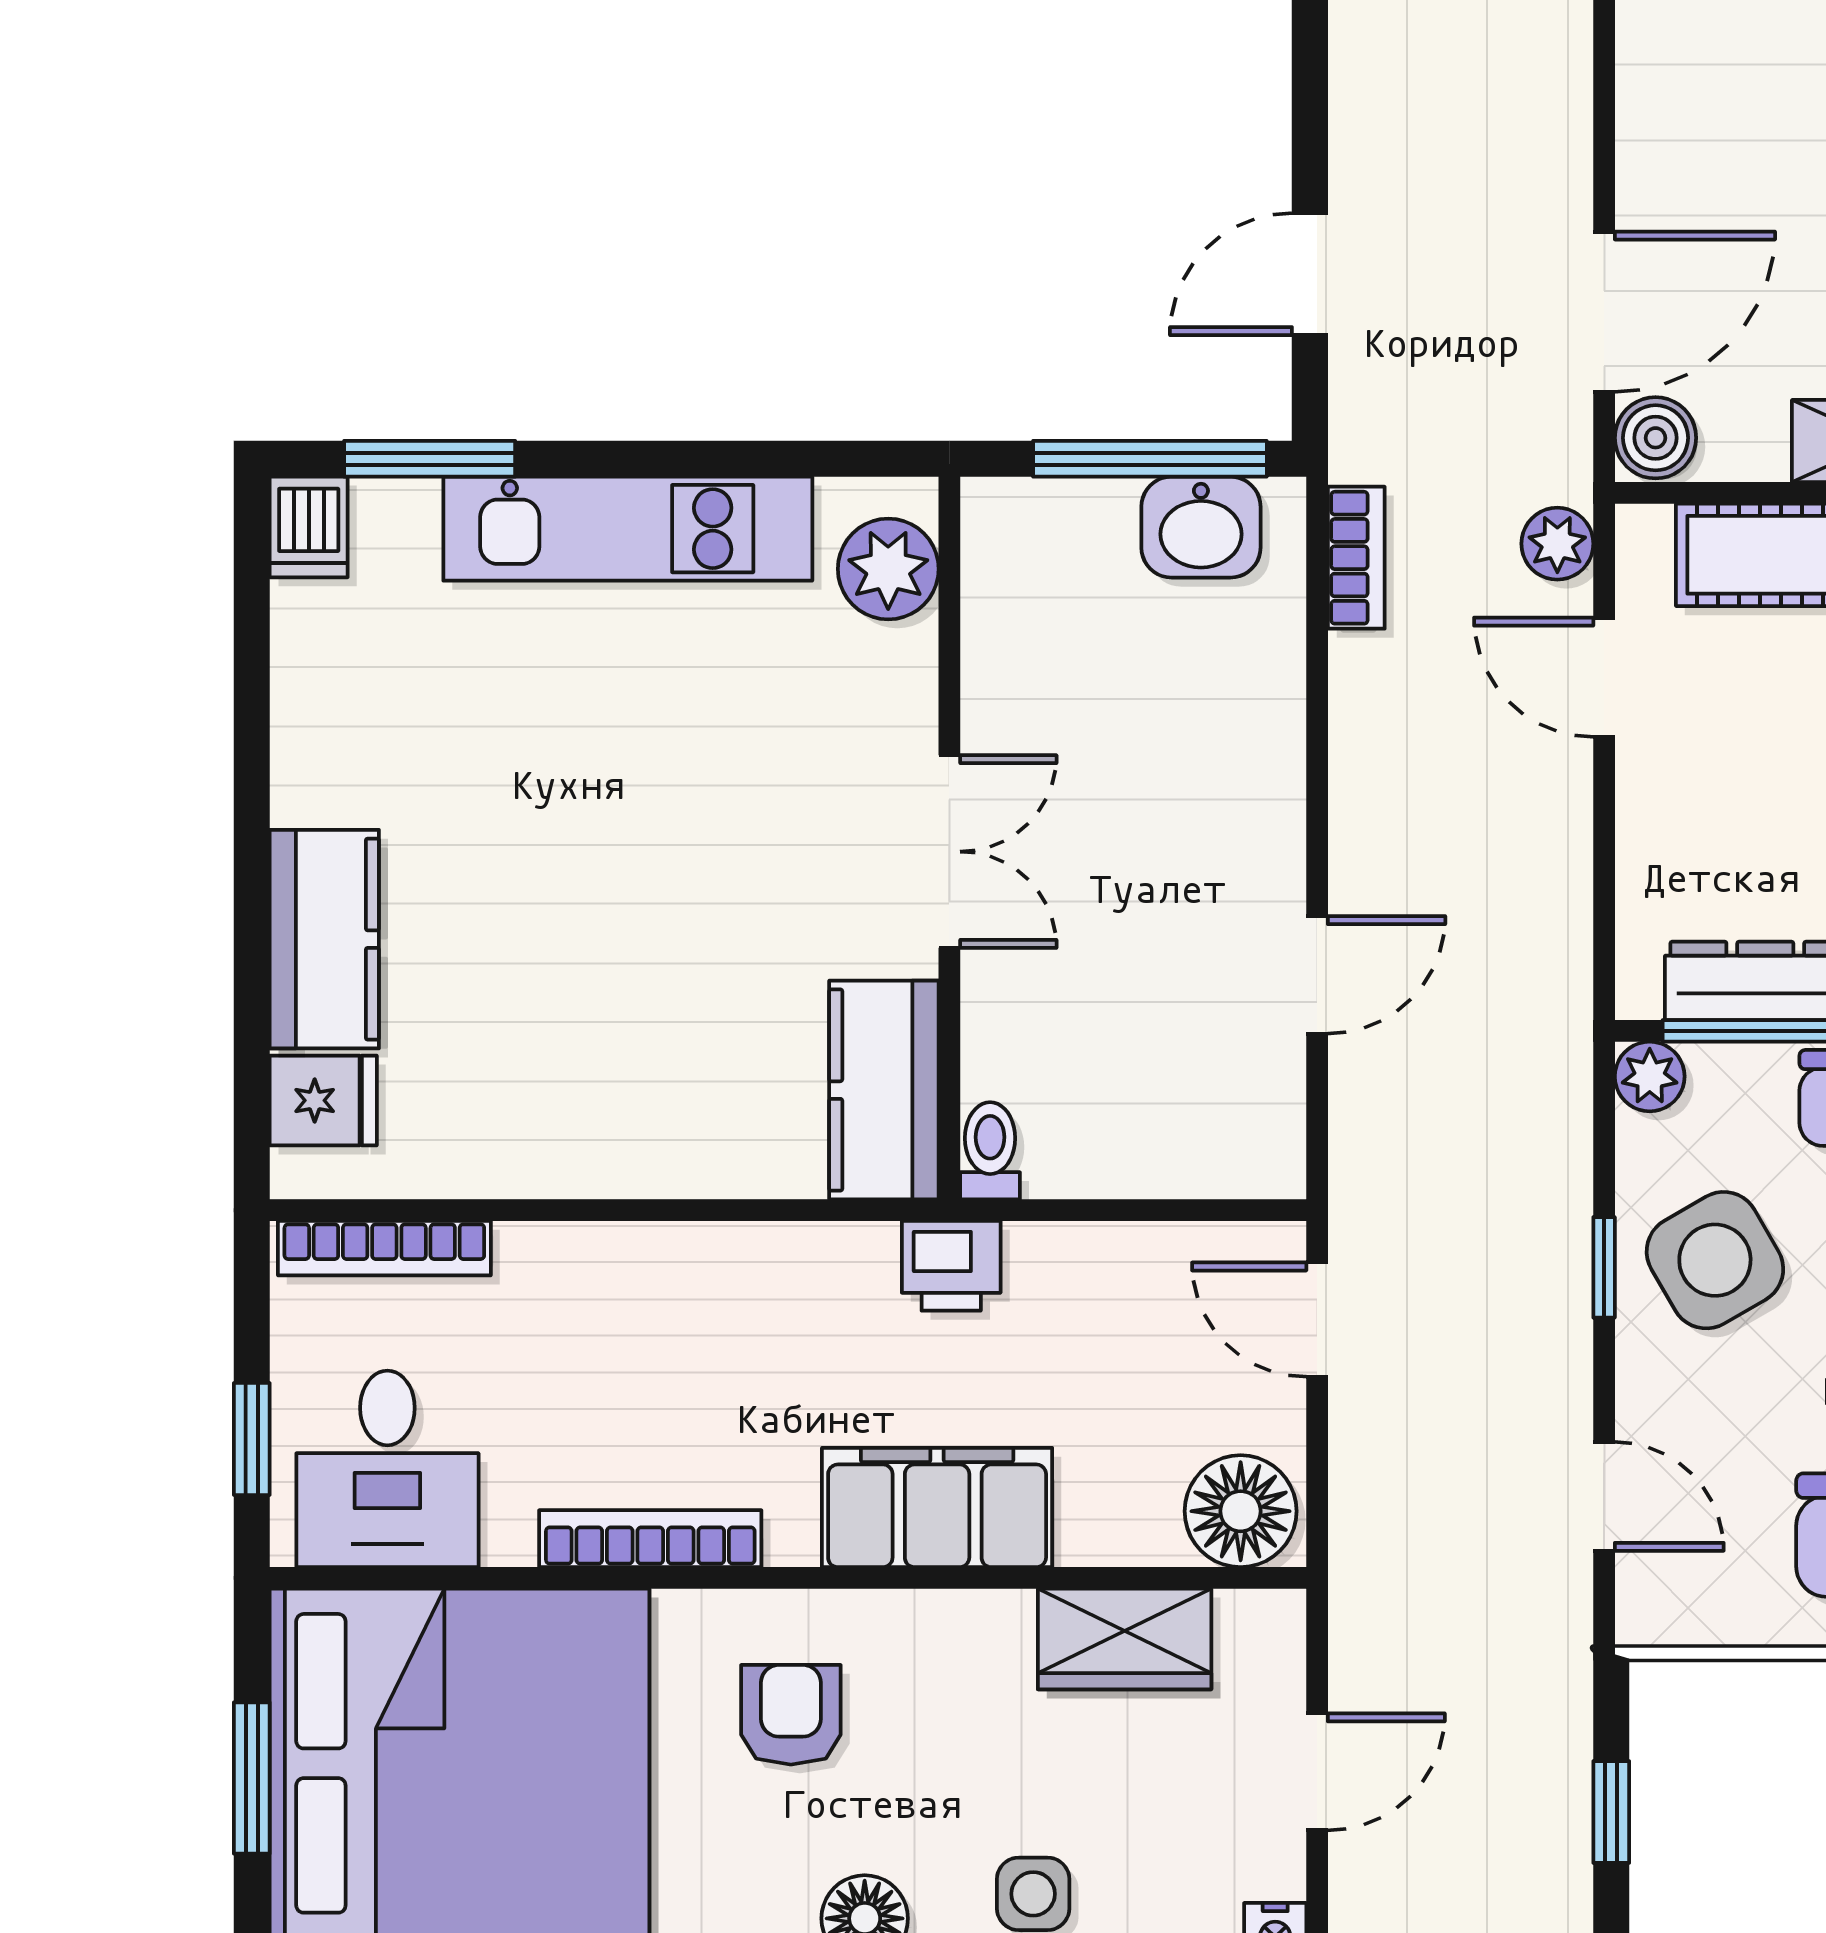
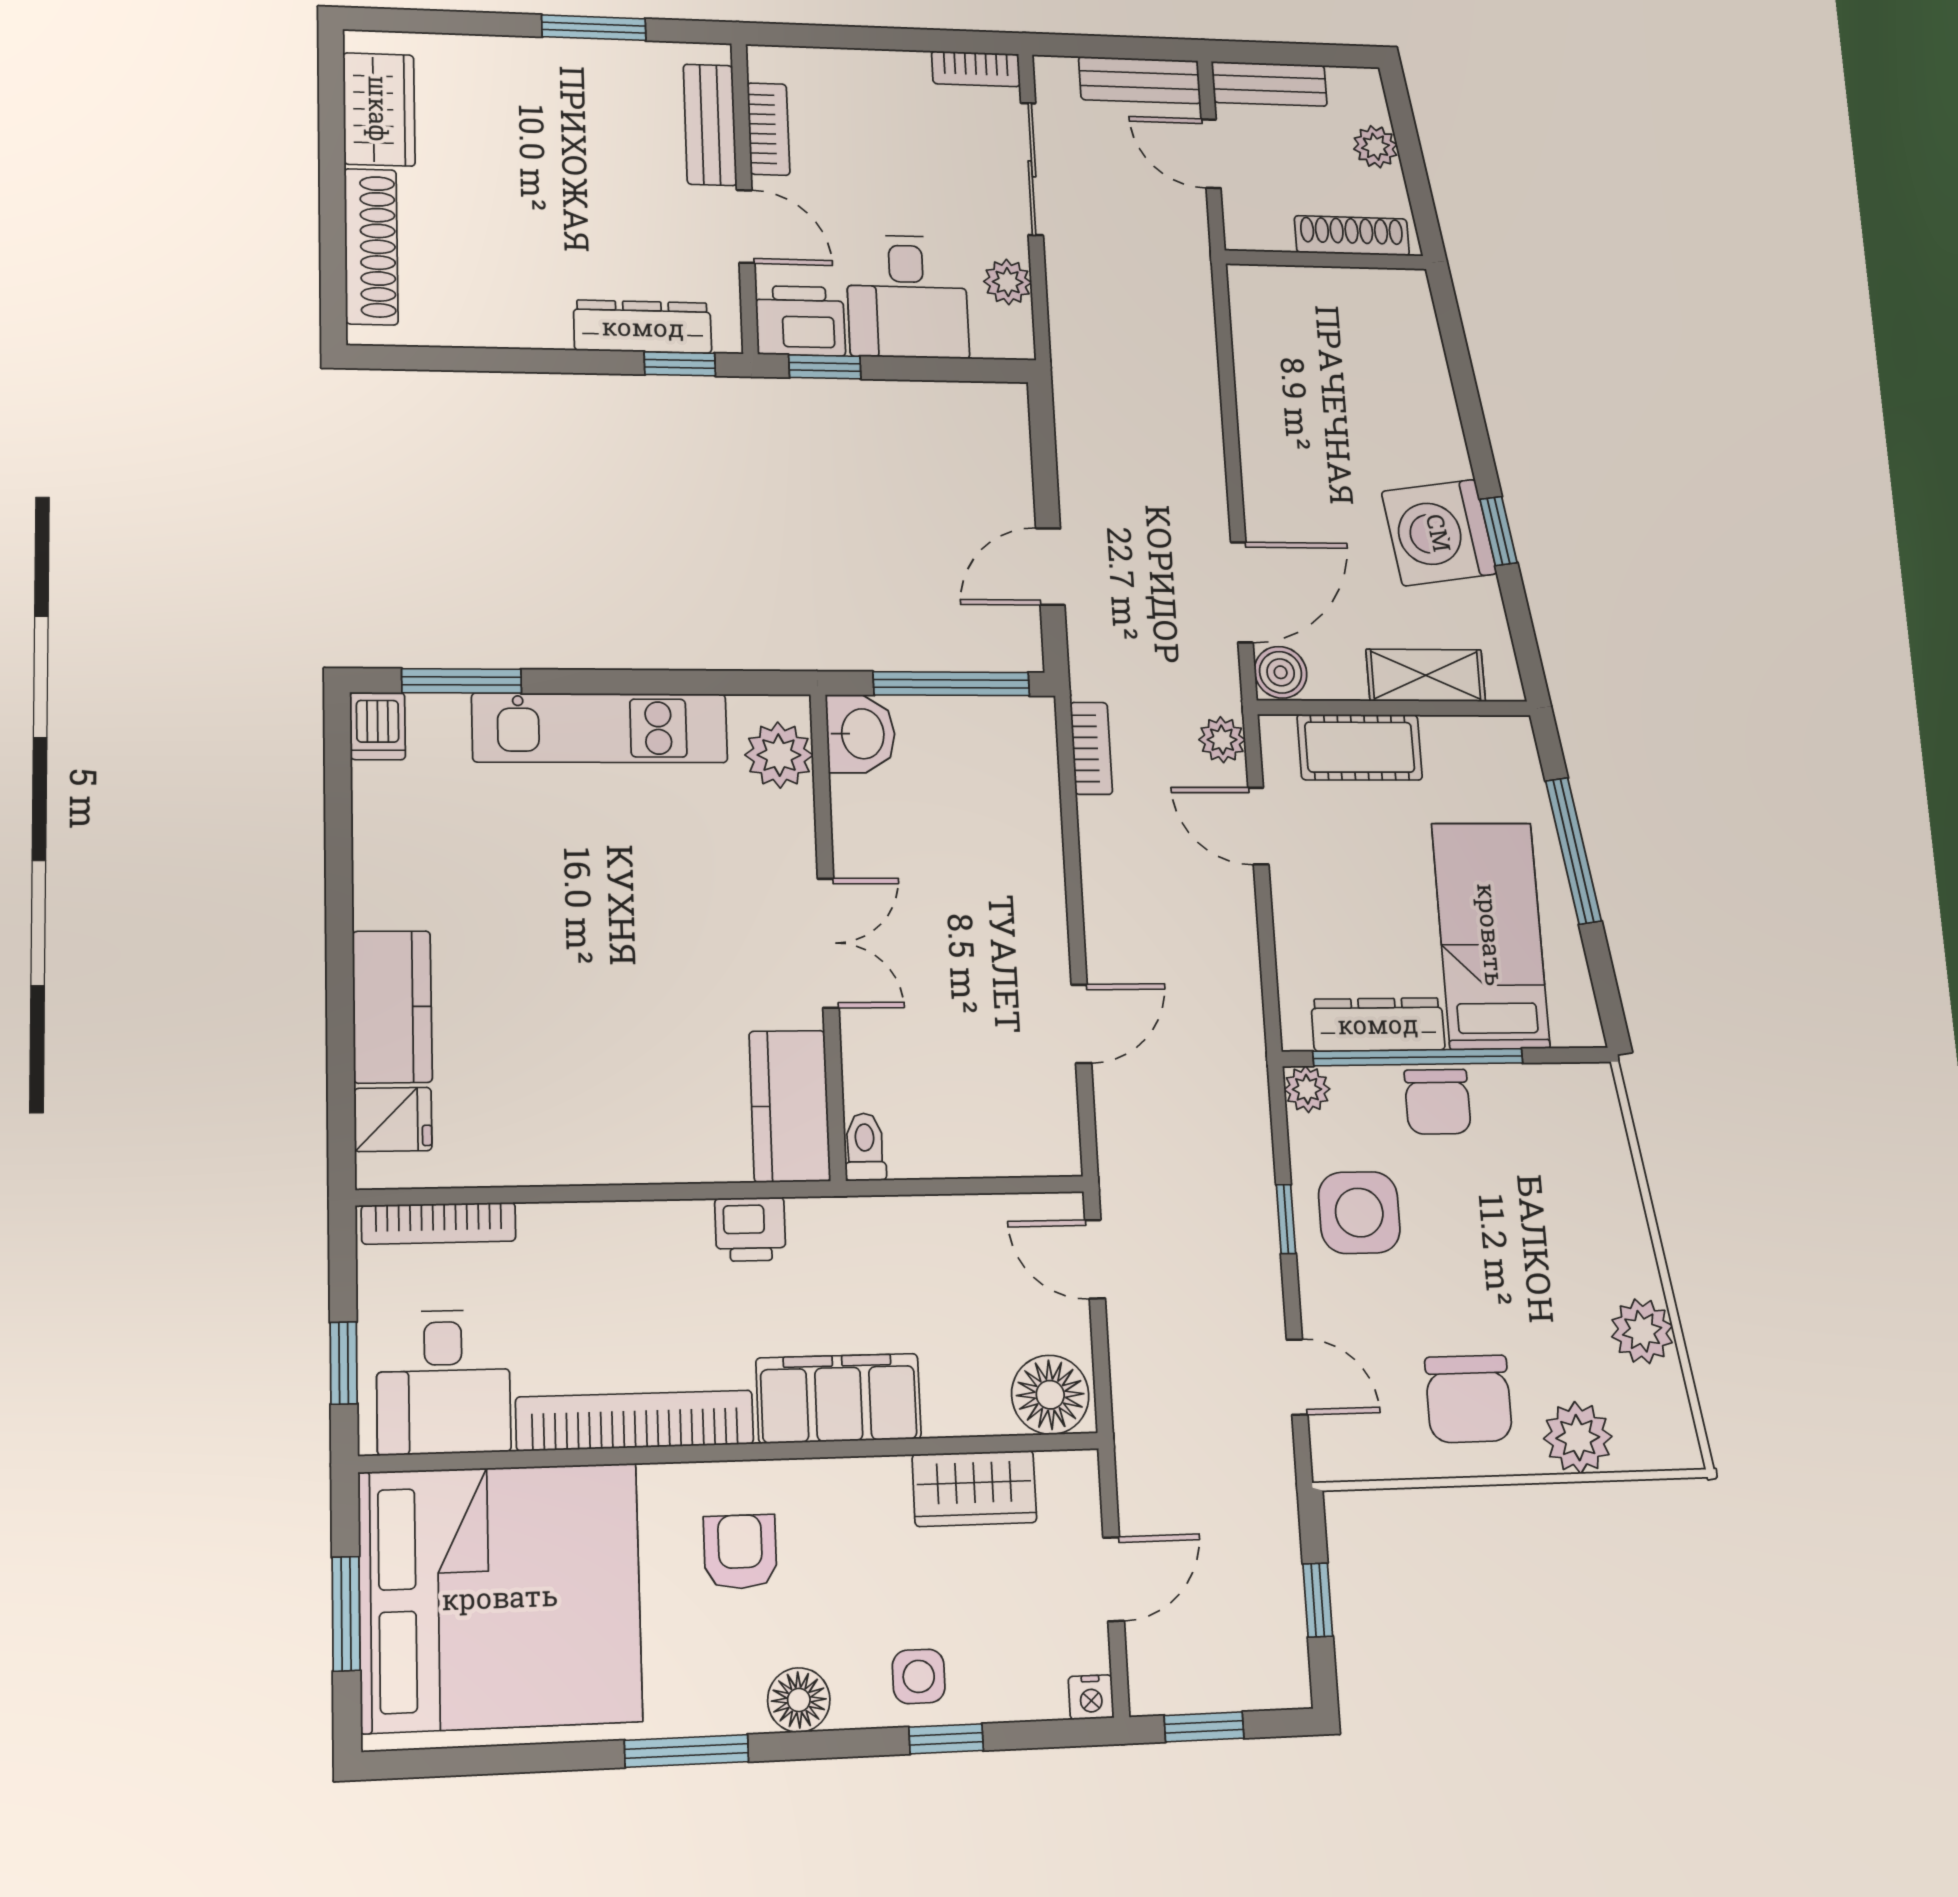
washbasin: (1201, 527) -> (861, 734), moved, turned -90
side table: (1715, 1260) -> (1359, 1213), turned 30
printer: (951, 1266) -> (750, 1229), moved
bookcase: (650, 1539) -> (635, 1421), width x1.48, depth x1.31

